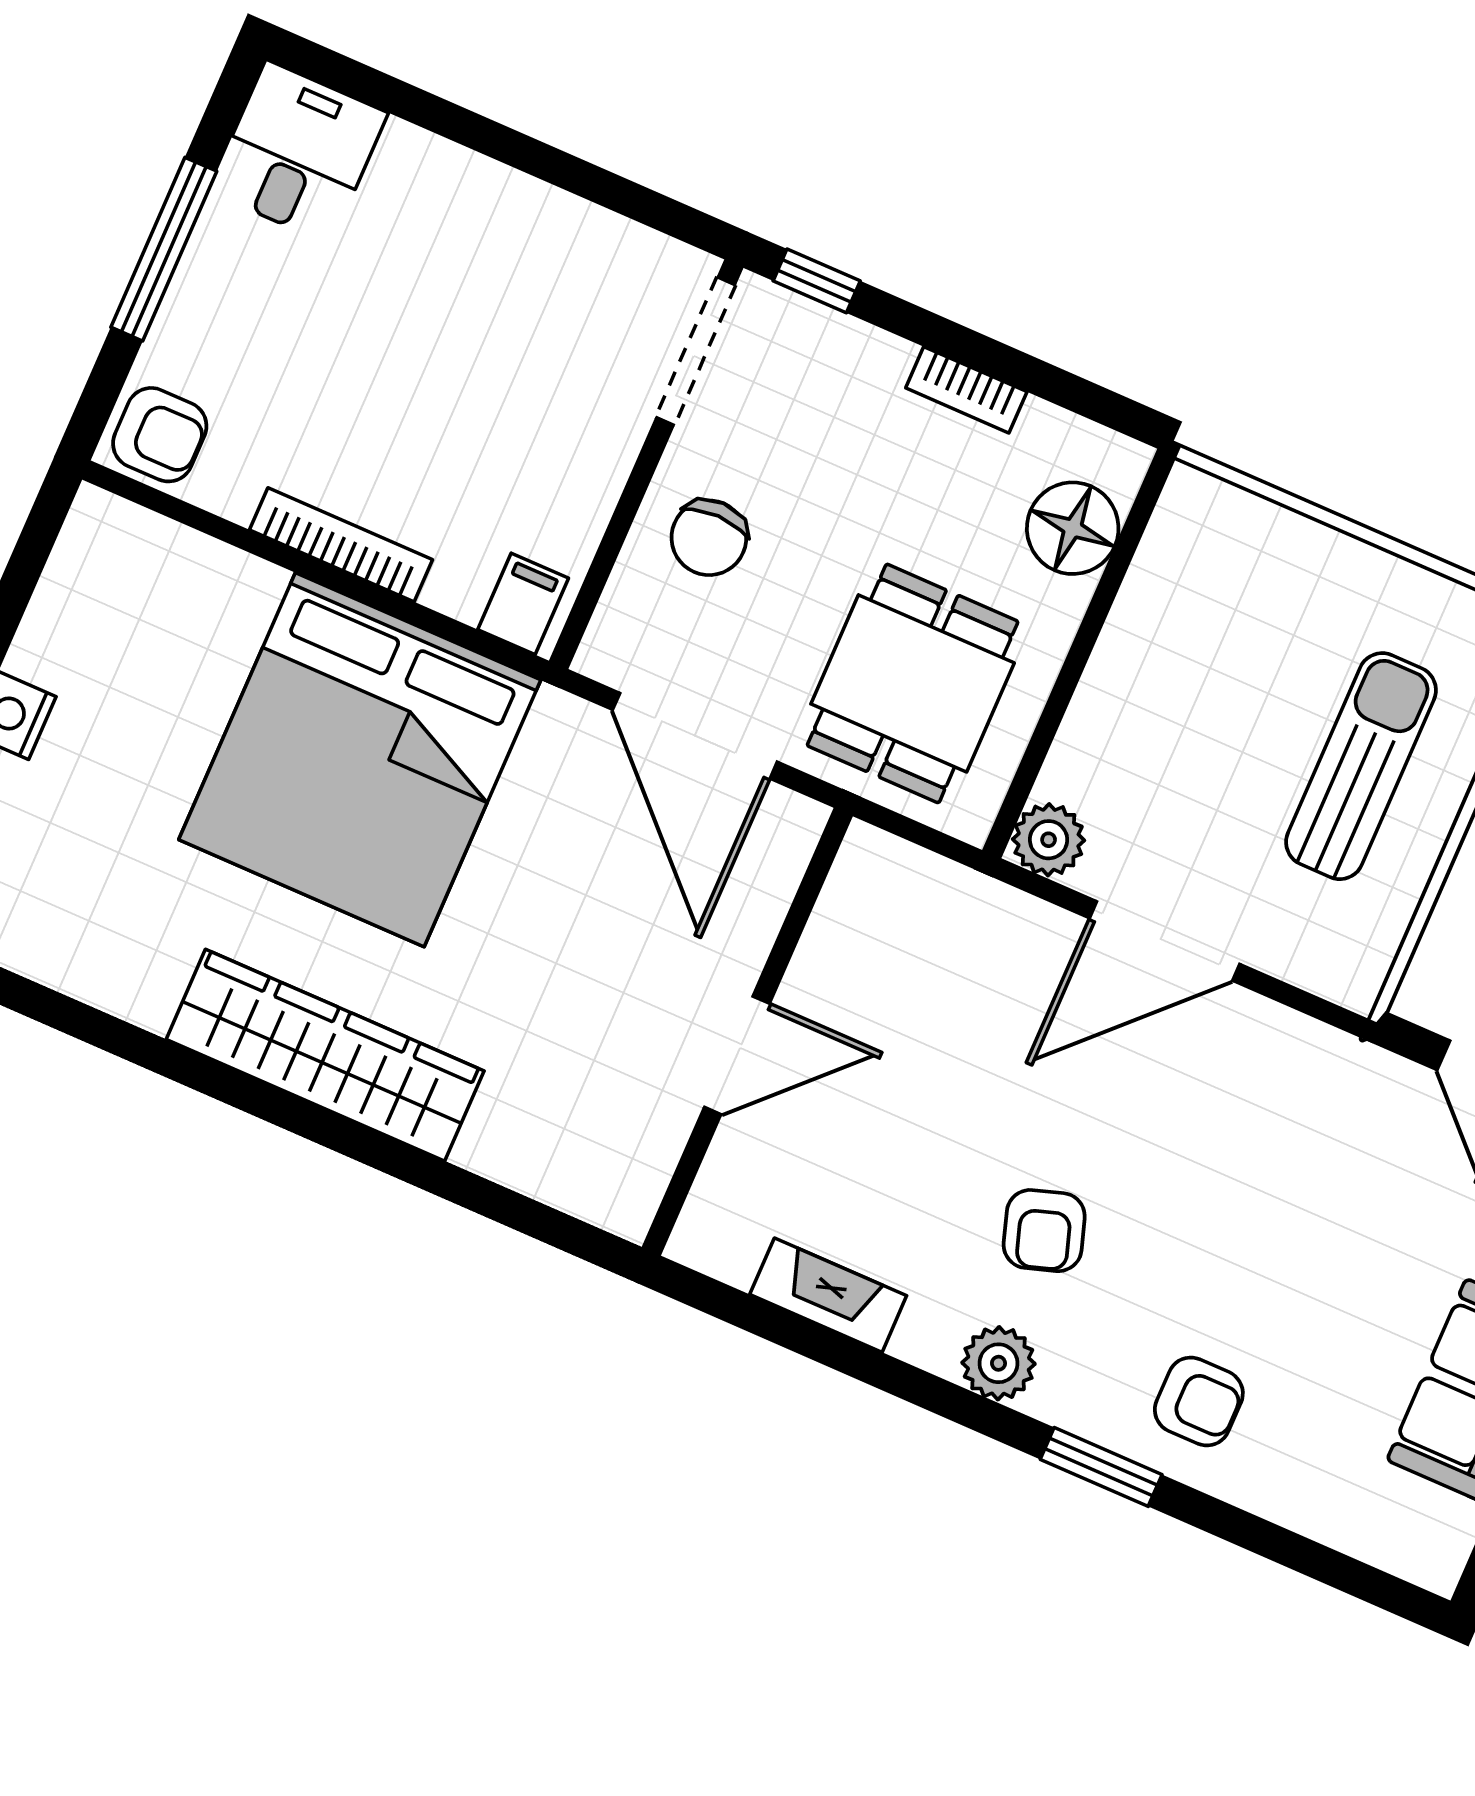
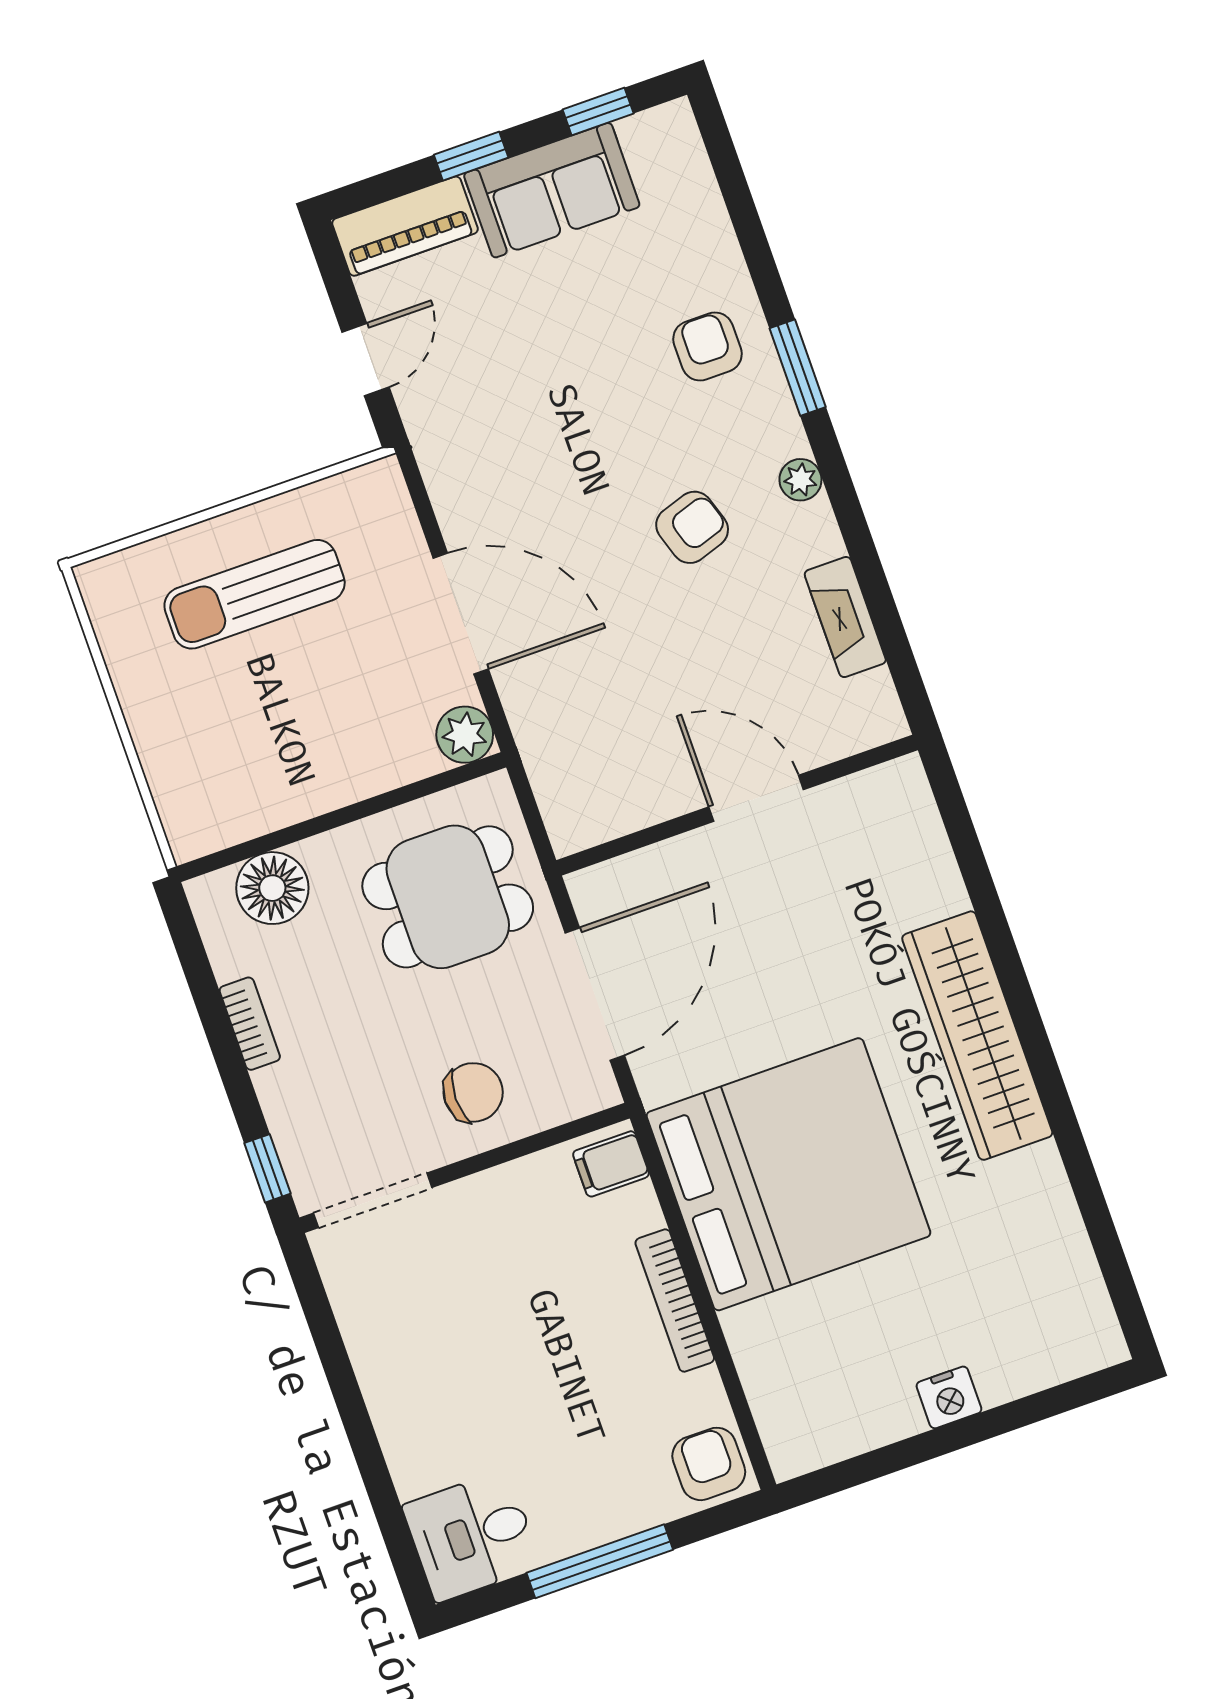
plant: (998, 1363) -> (800, 480), width x0.73, depth x0.73

